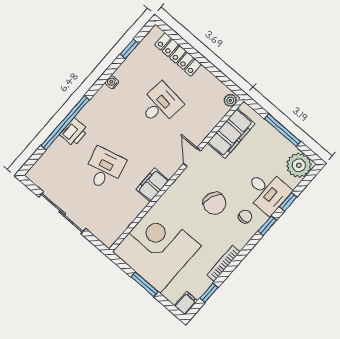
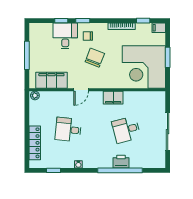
plant: (299, 165) -> (38, 31), removed

